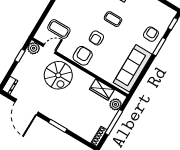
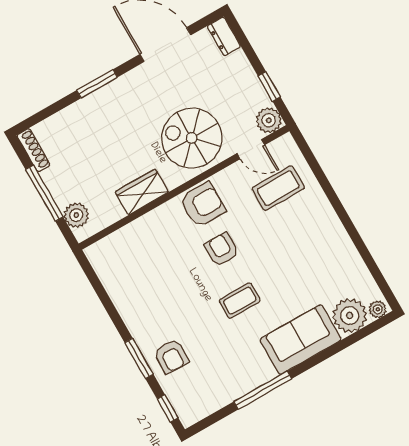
door: (49, 49) -> (251, 149), hinge flipped
armchair: (83, 56) -> (203, 205), turned -90
sofa: (133, 68) -> (126, 286), removed
wardrobe: (102, 89) -> (142, 192), moved

